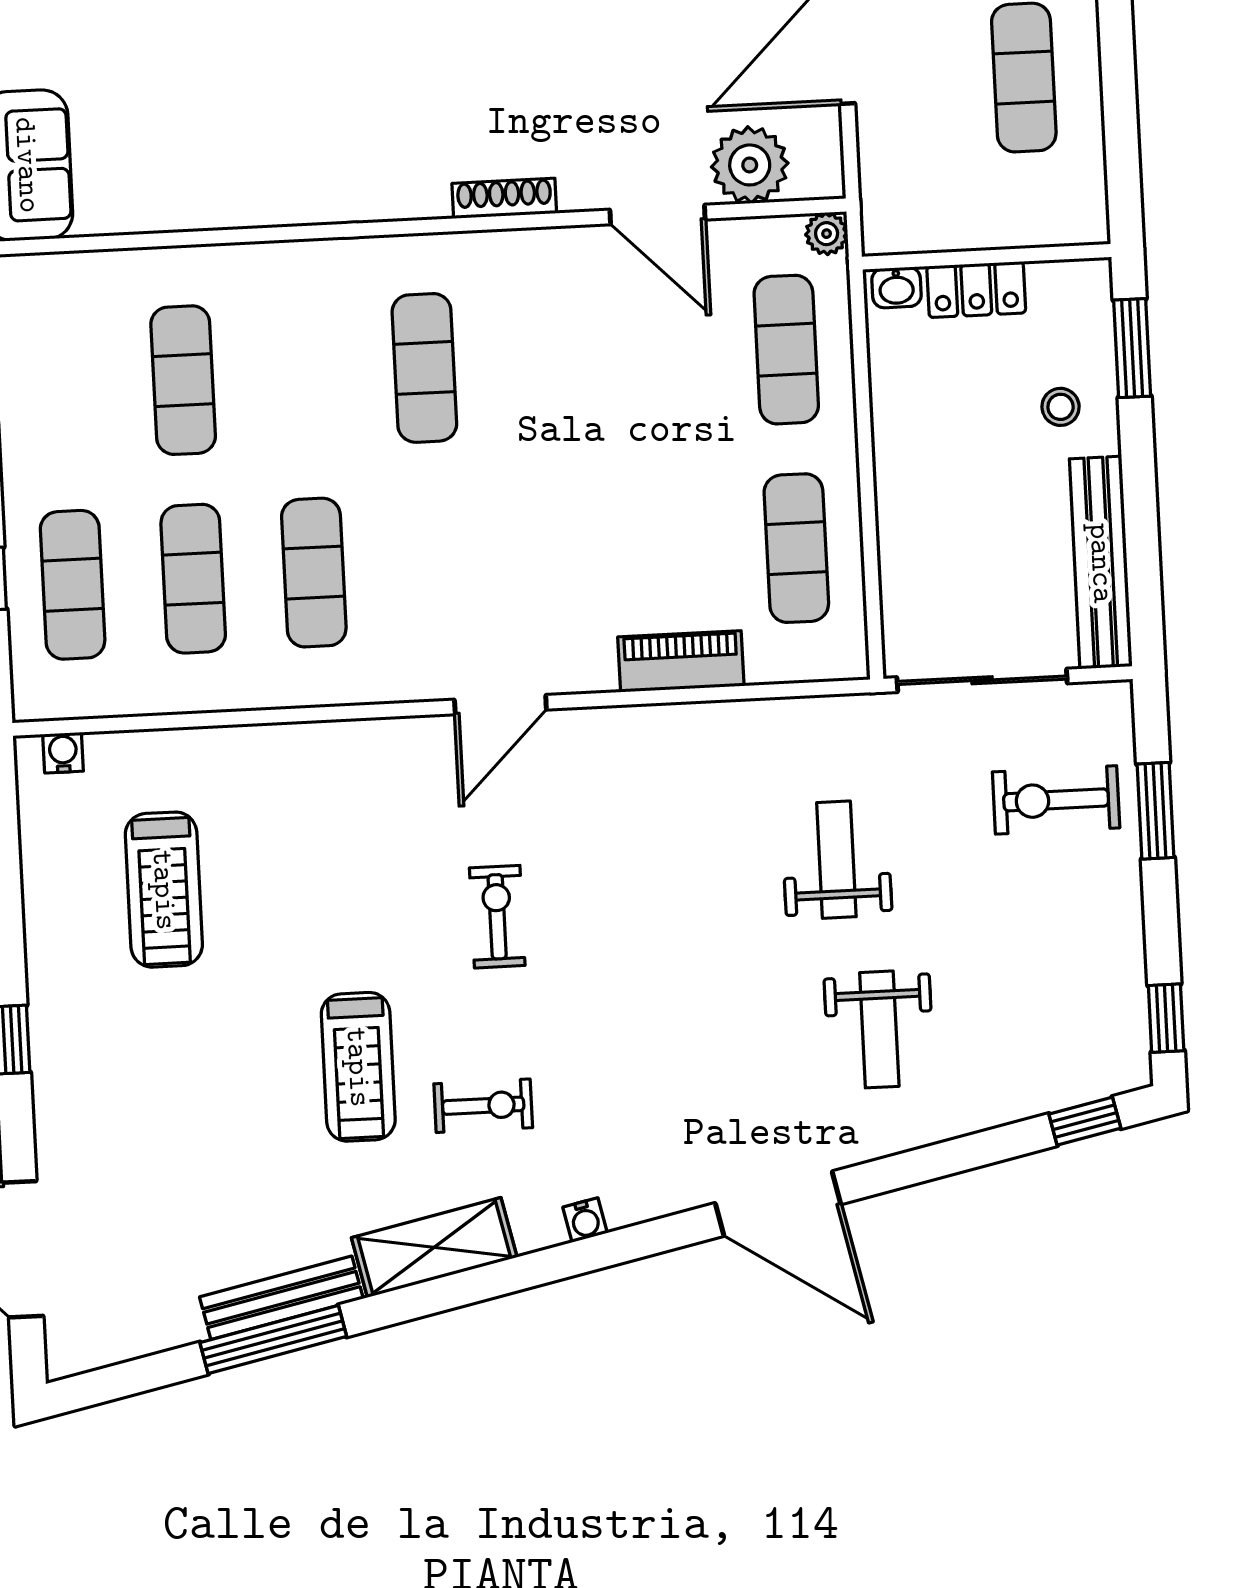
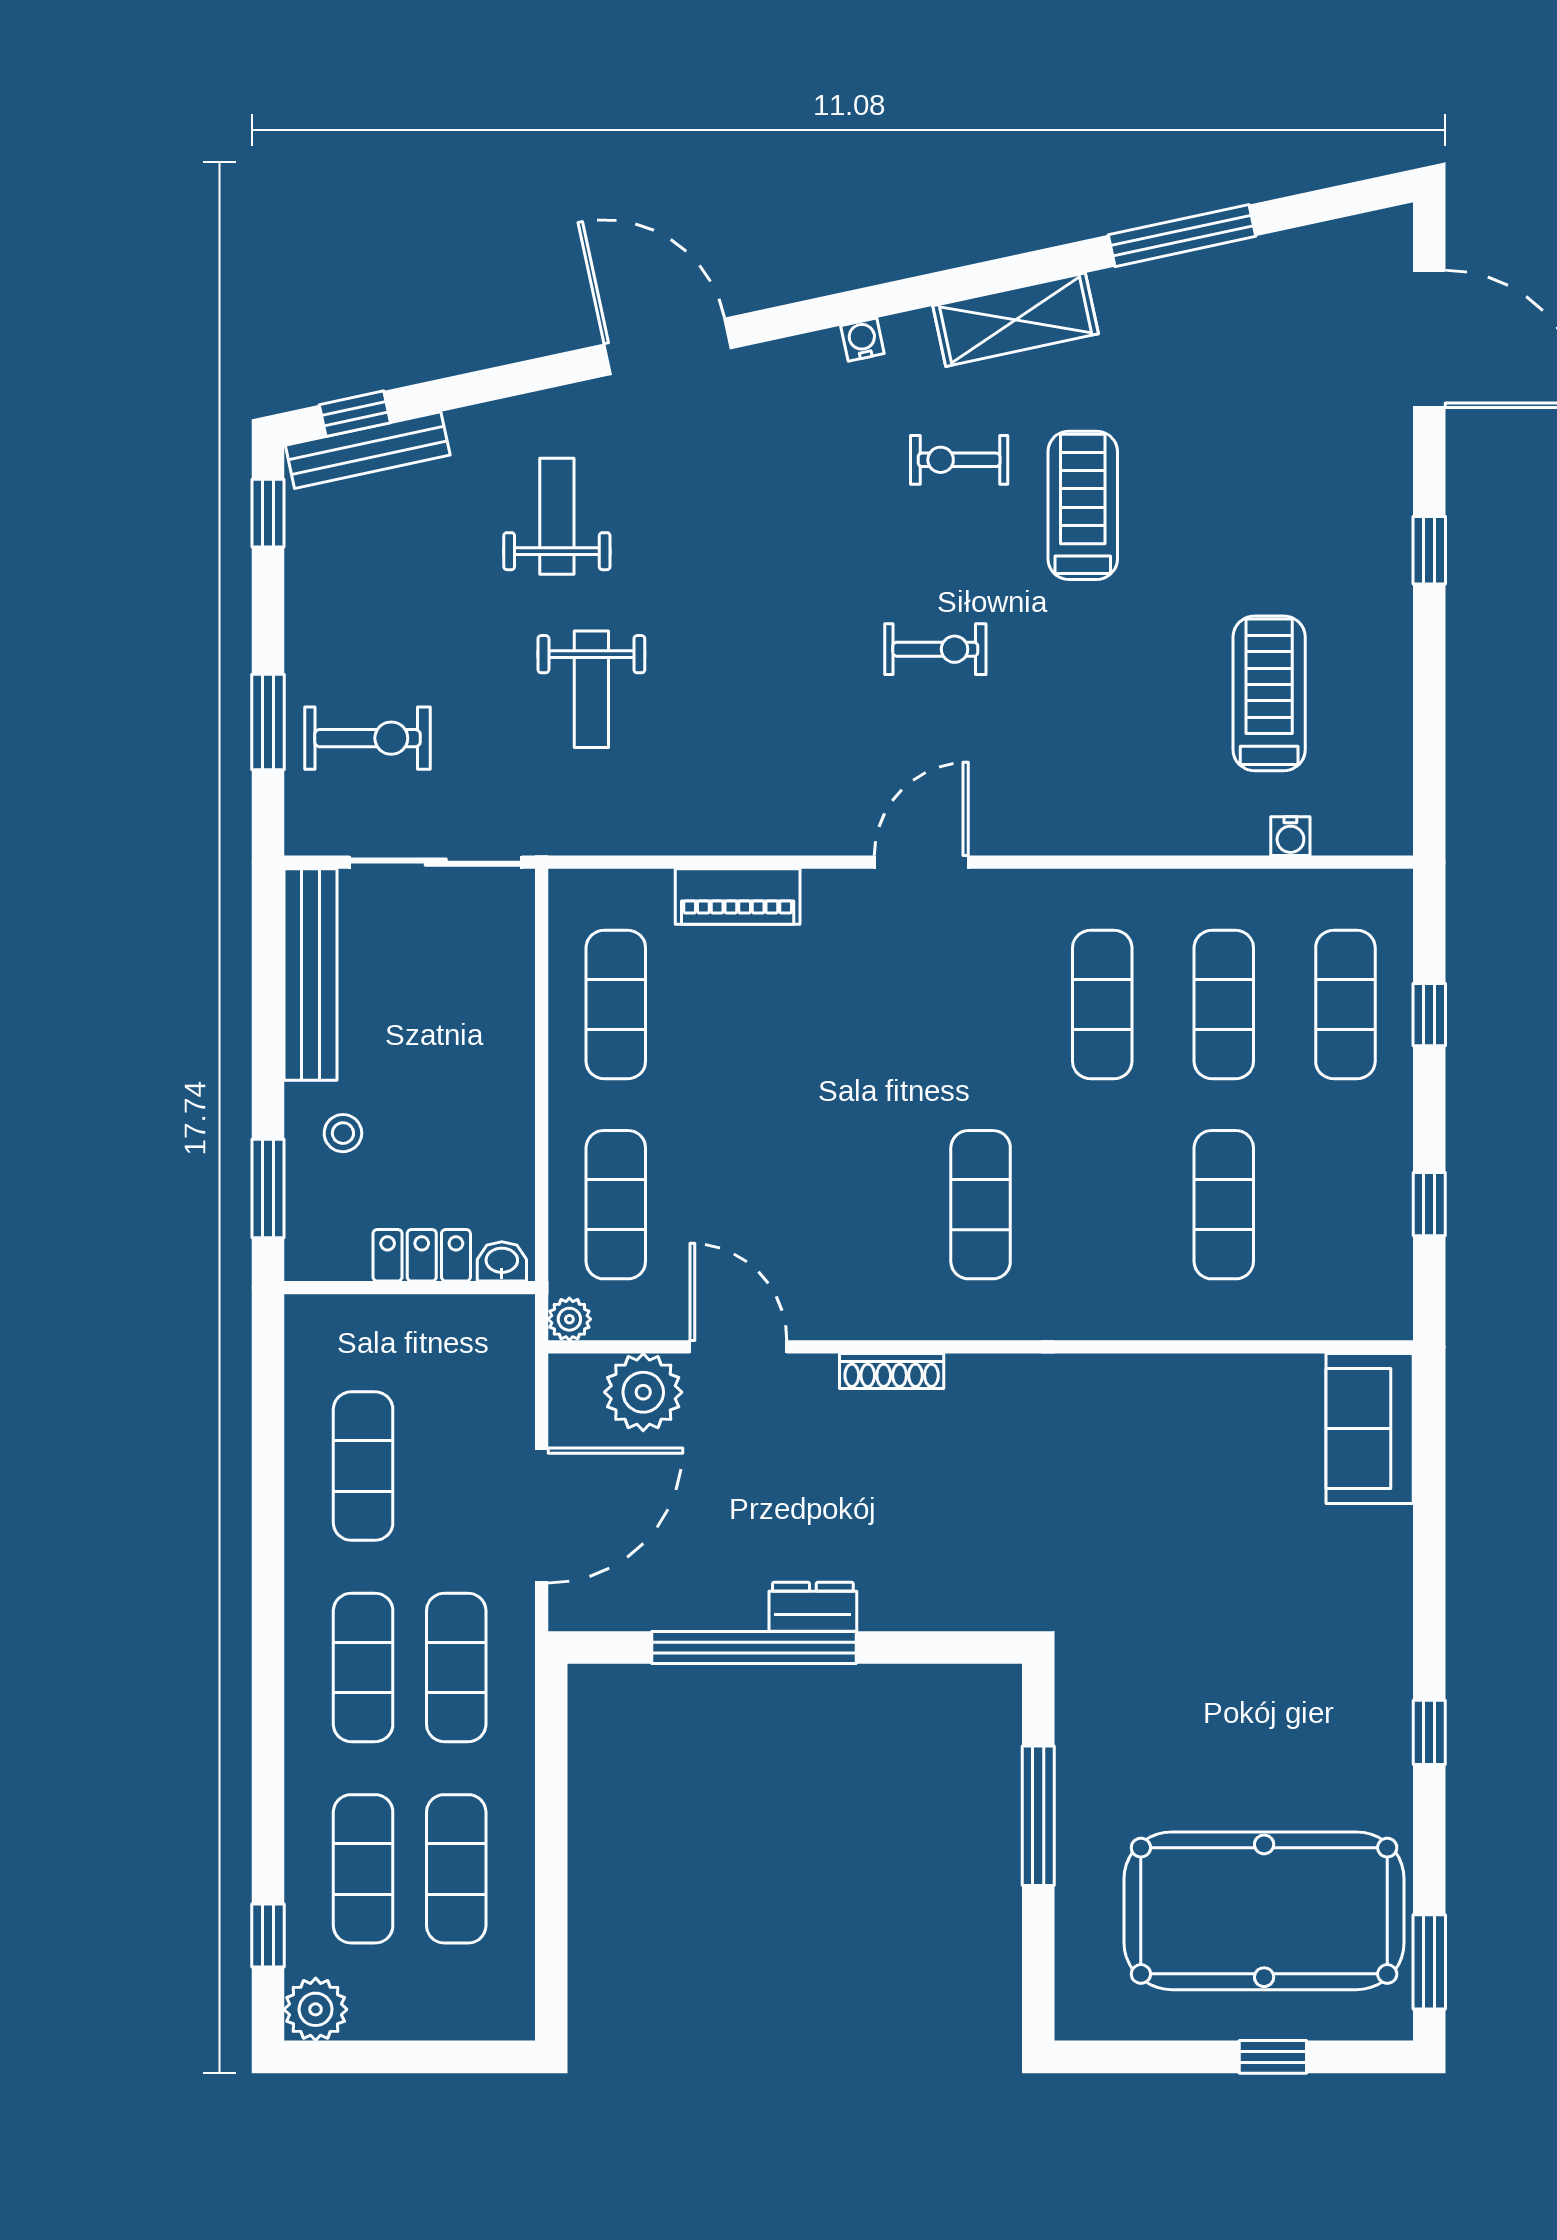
water cooler: (63, 753) -> (1290, 836), moved
exercise bike: (497, 917) -> (935, 649), turned -90
bench: (281, 1298) -> (368, 450), moved

